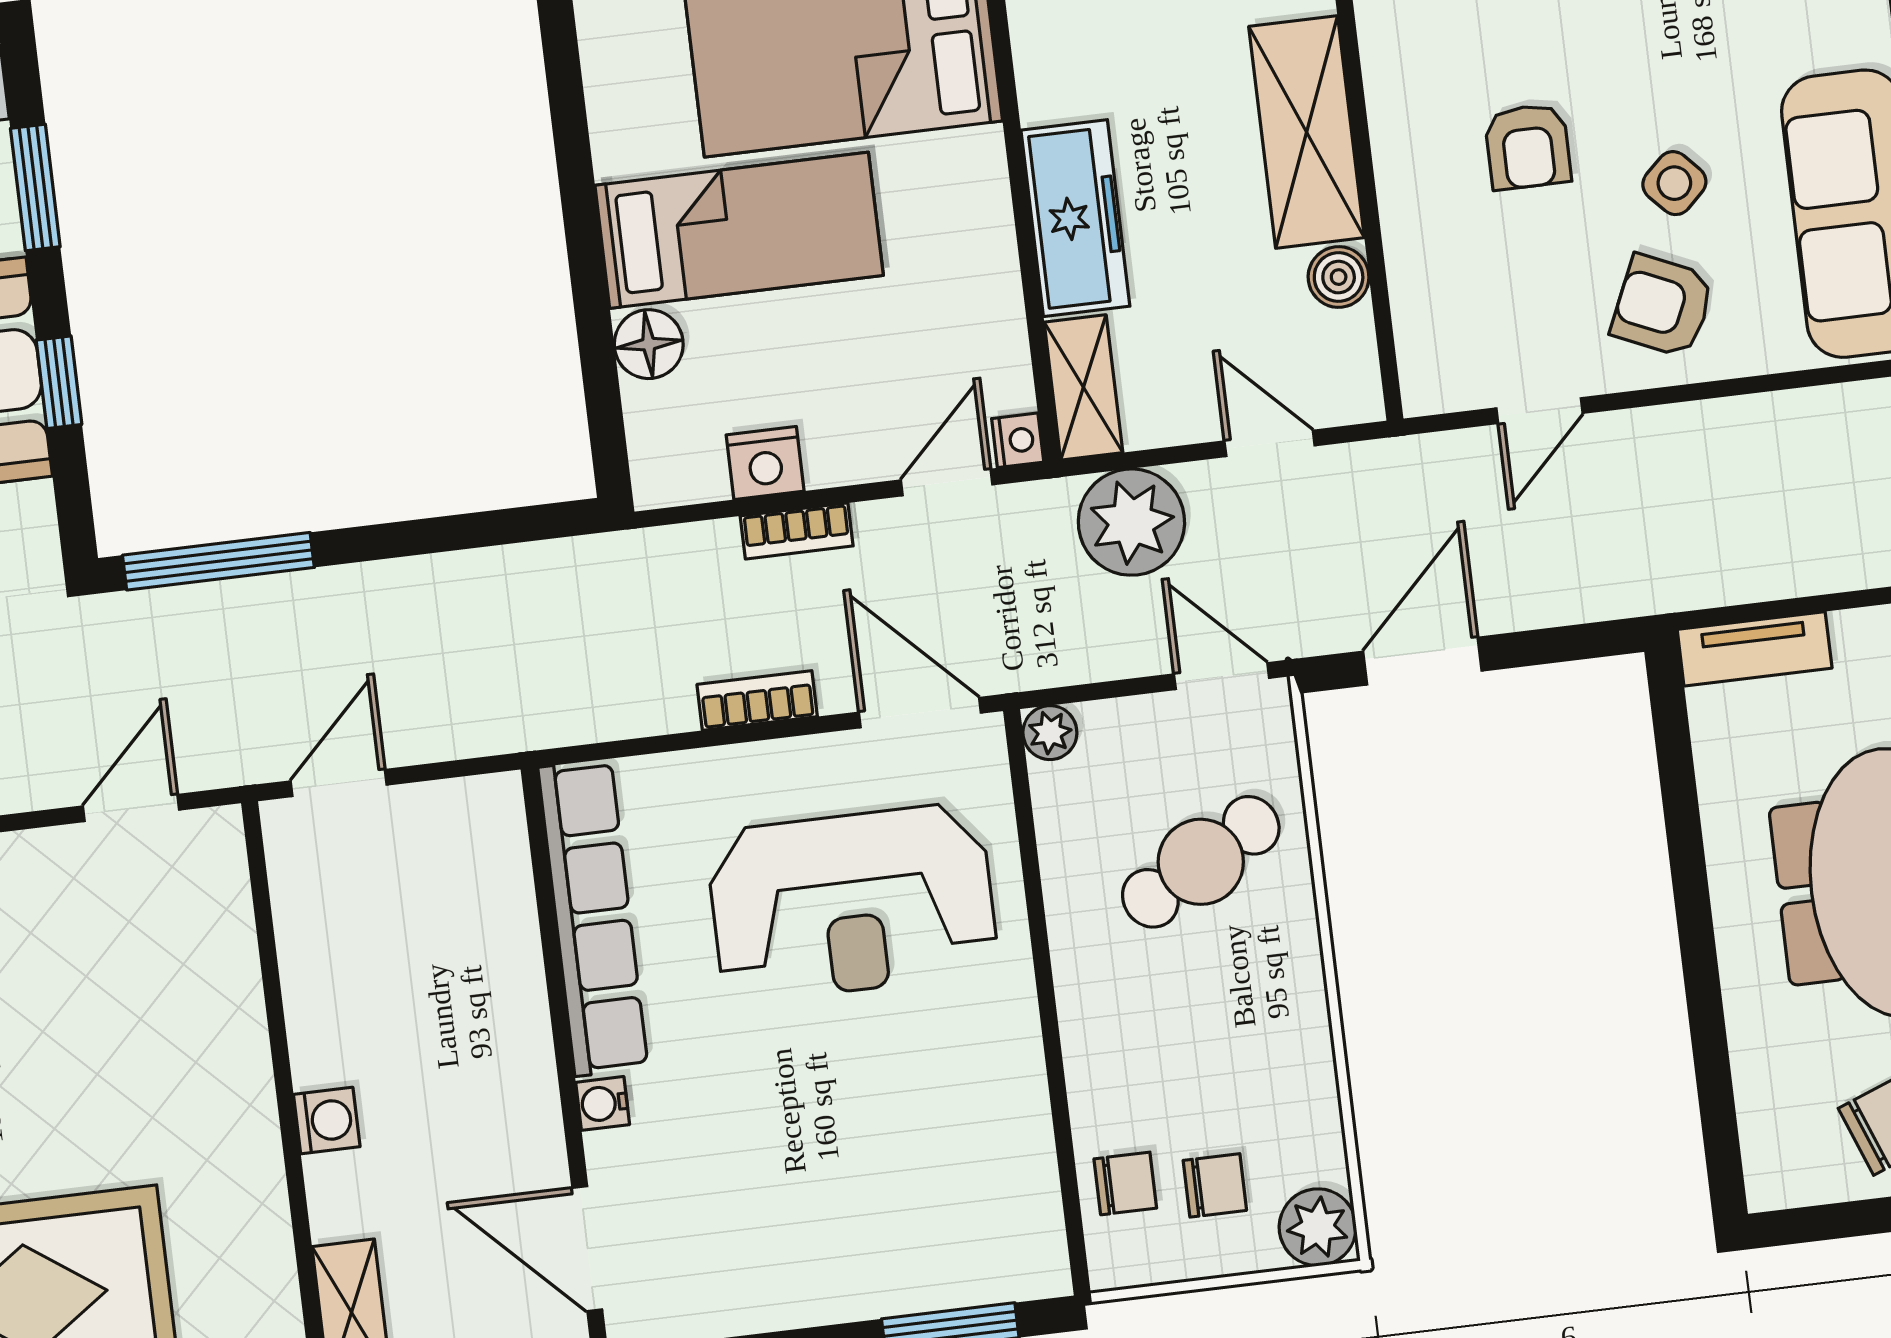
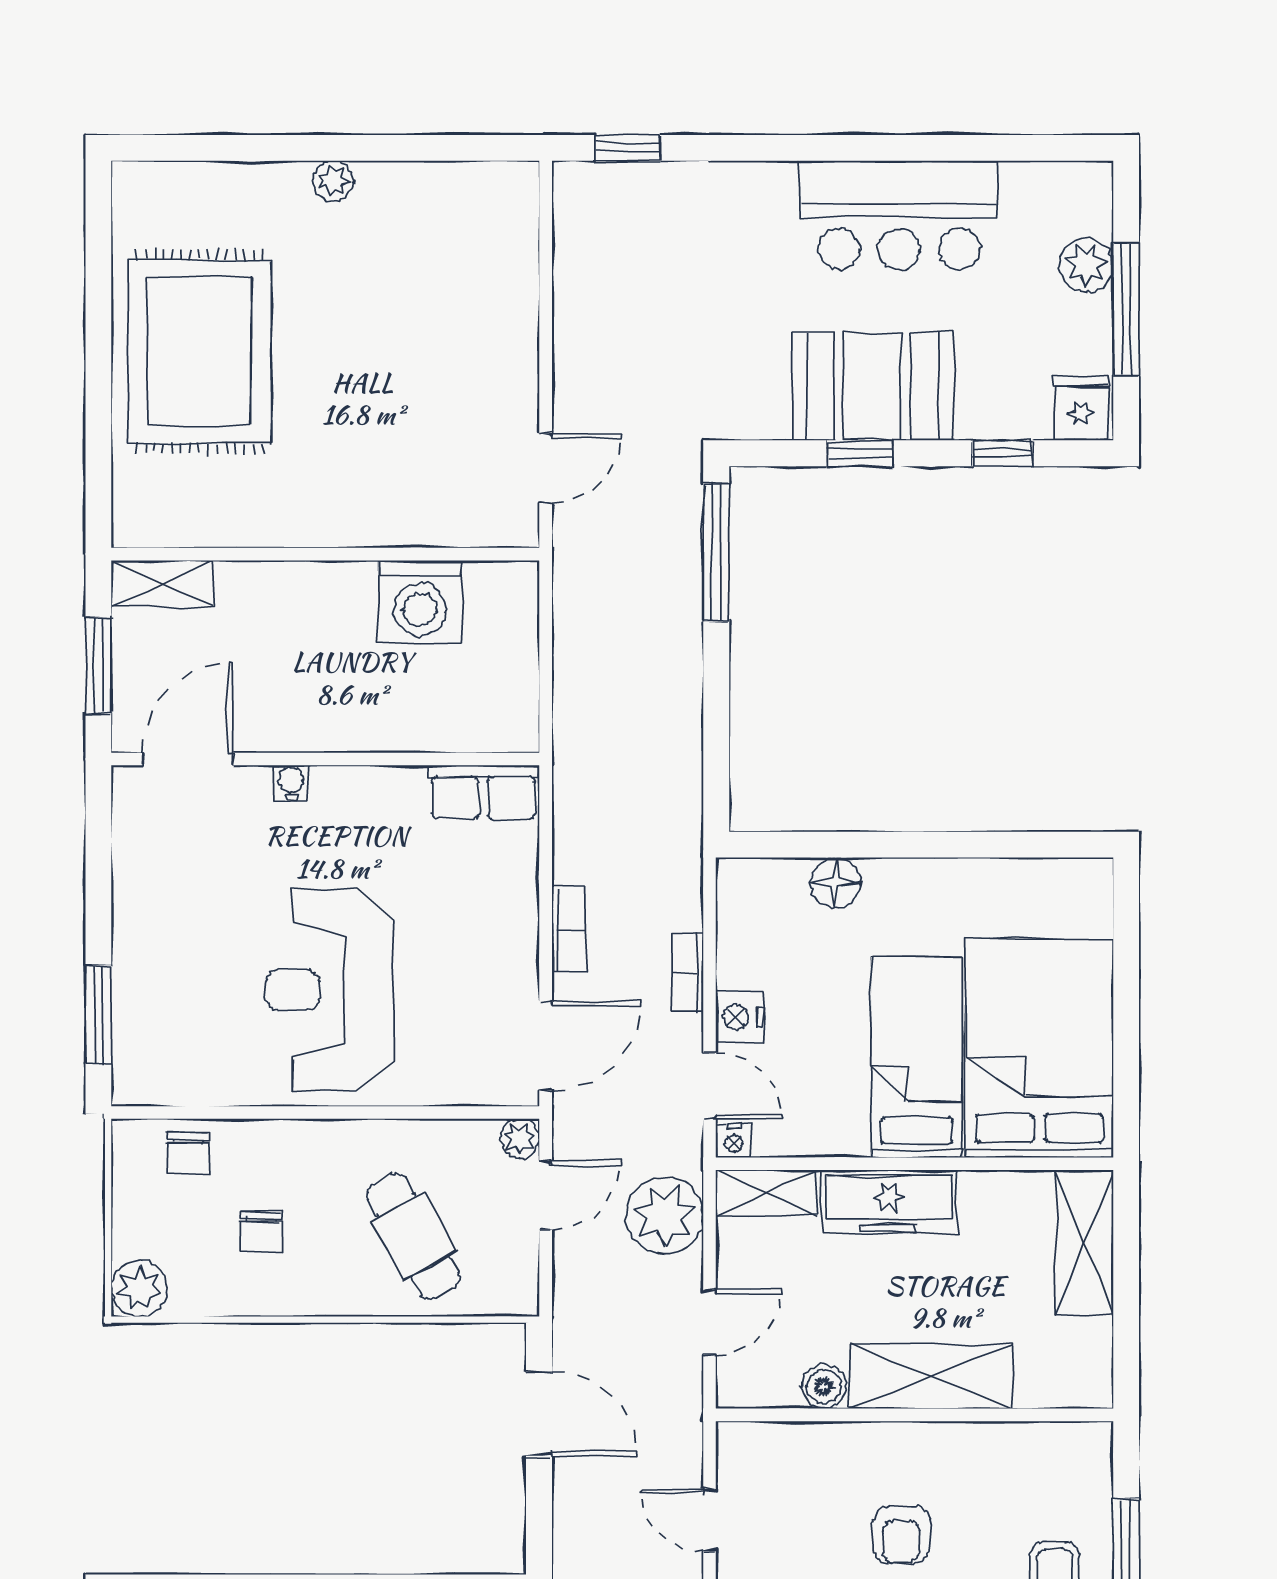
armchair: (1528, 147) -> (901, 1535), turned -90
window: (35, 187) -> (1002, 453), width x0.67
bed: (739, 230) -> (916, 1057), moved, turned 180
nightstand: (765, 463) -> (739, 1017), moved
door: (1222, 676) -> (546, 1195), moved
door: (339, 783) -> (546, 620), removed
door: (131, 808) -> (546, 468), hinge flipped
reception desk: (852, 903) -> (330, 990), moved
row of seats: (593, 918) -> (483, 792), width x0.50
washing machine: (327, 1121) -> (420, 601), moved, width x1.89, depth x1.89
chair: (1215, 1185) -> (261, 1232), moved

